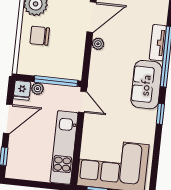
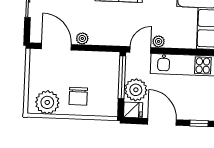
plant: (38, 89) -> (136, 90), width x1.87, depth x1.87
plant: (90, 121) -> (159, 41), added

